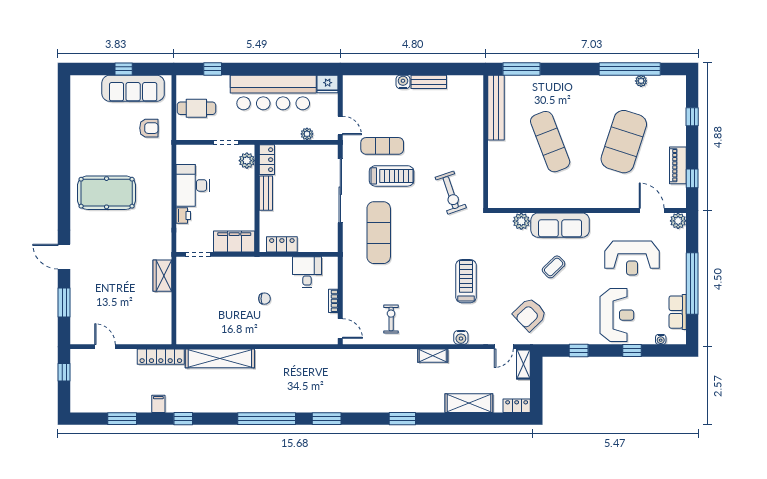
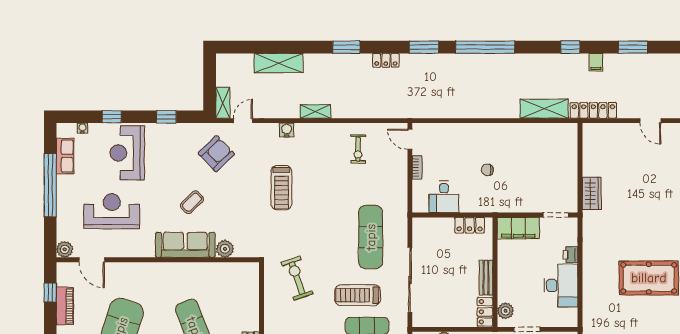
shelving: (220, 358) -> (544, 109), width x0.68
locker: (517, 406) -> (386, 60), moved

